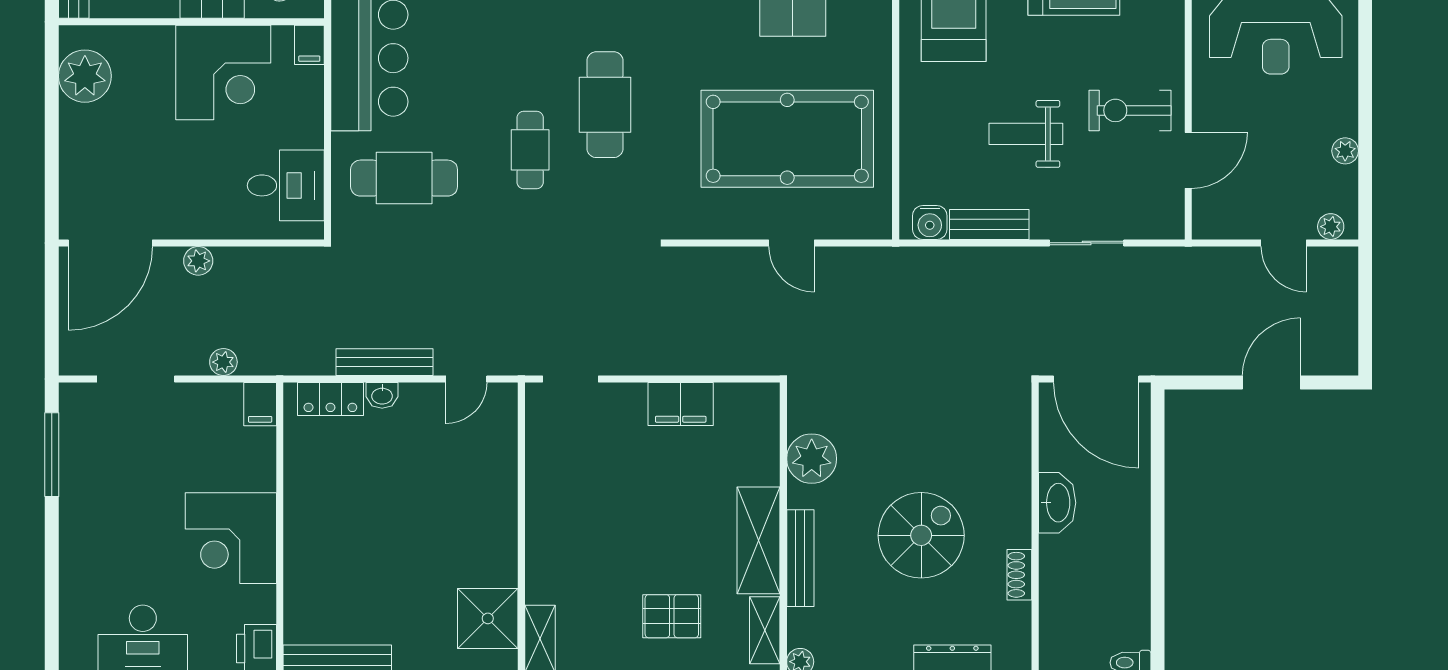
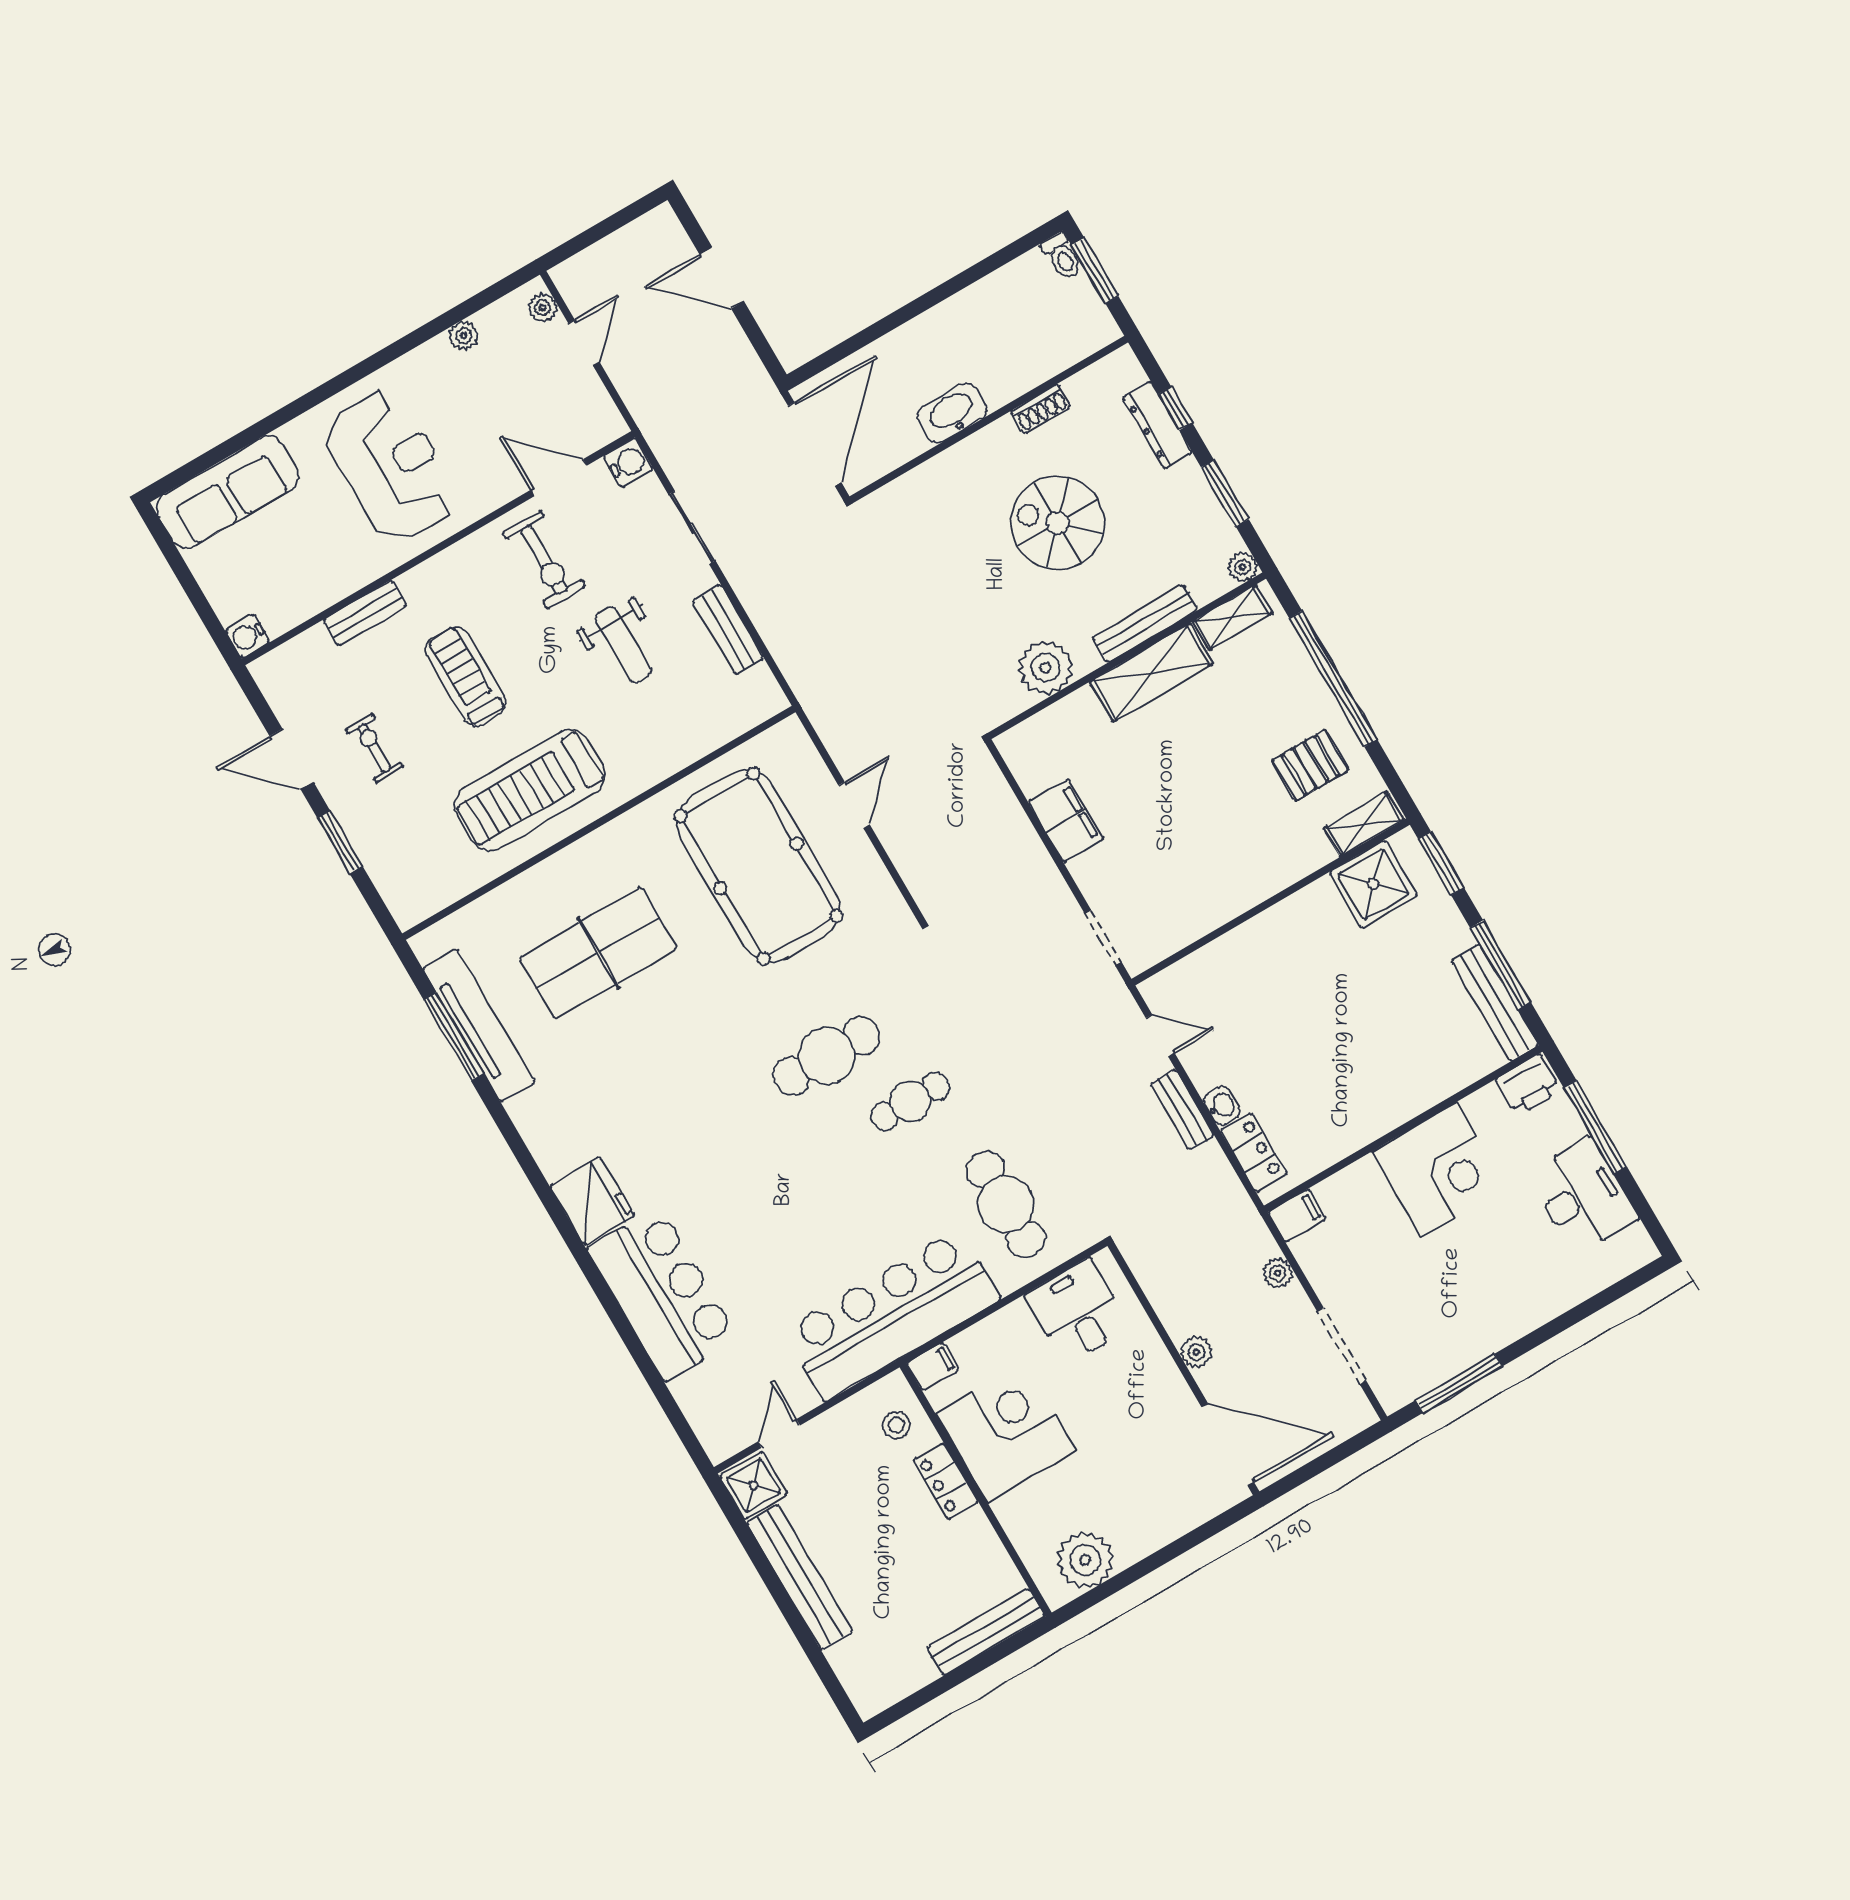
water cooler: (930, 222) -> (628, 463), moved
bench: (385, 362) -> (1182, 1110), width x0.73
pallet: (672, 616) -> (1310, 765), moved, turned 90

